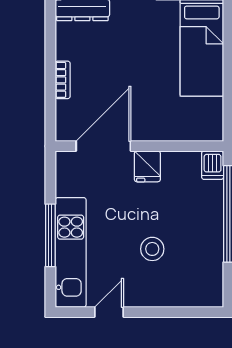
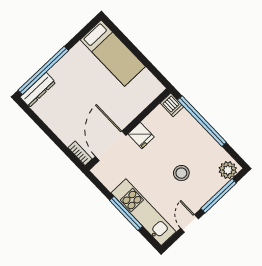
bookcase: (63, 80) -> (80, 153), moved
plant: (206, 294) -> (228, 170), added
window: (169, 312) -> (219, 196), added

